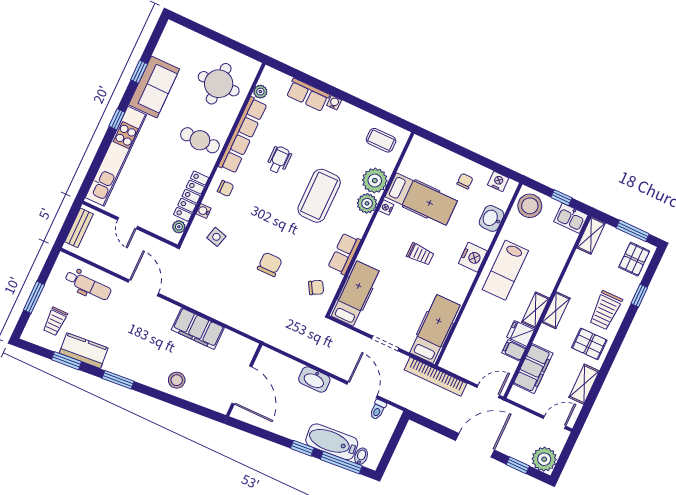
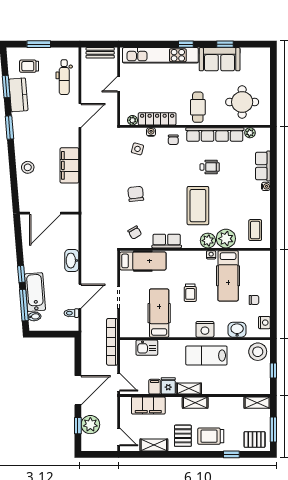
coffee table: (319, 196) -> (198, 206), turned 90
kitchen sink: (571, 218) -> (147, 348), moved, turned -90
chair: (270, 264) -> (136, 194), turned -96
hospital bed: (435, 329) -> (159, 313), moved, turned -90
door: (475, 445) -> (78, 390), hinge flipped
plant: (544, 459) -> (90, 425), moved

